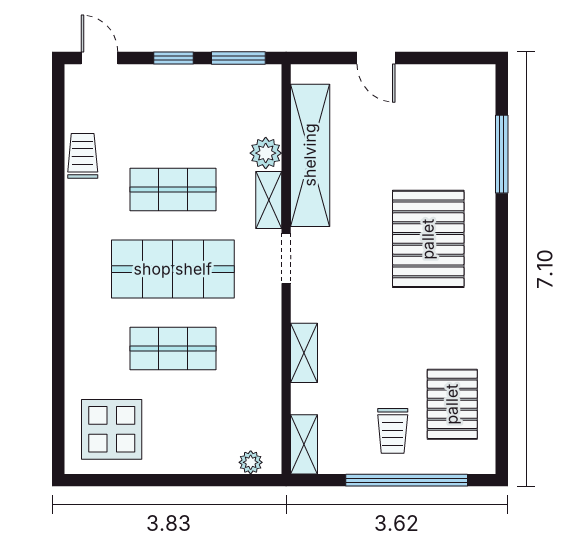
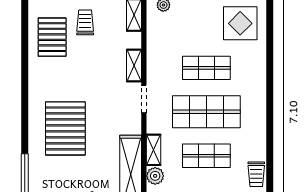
doorway: (286, 258) -> (144, 99), moved

